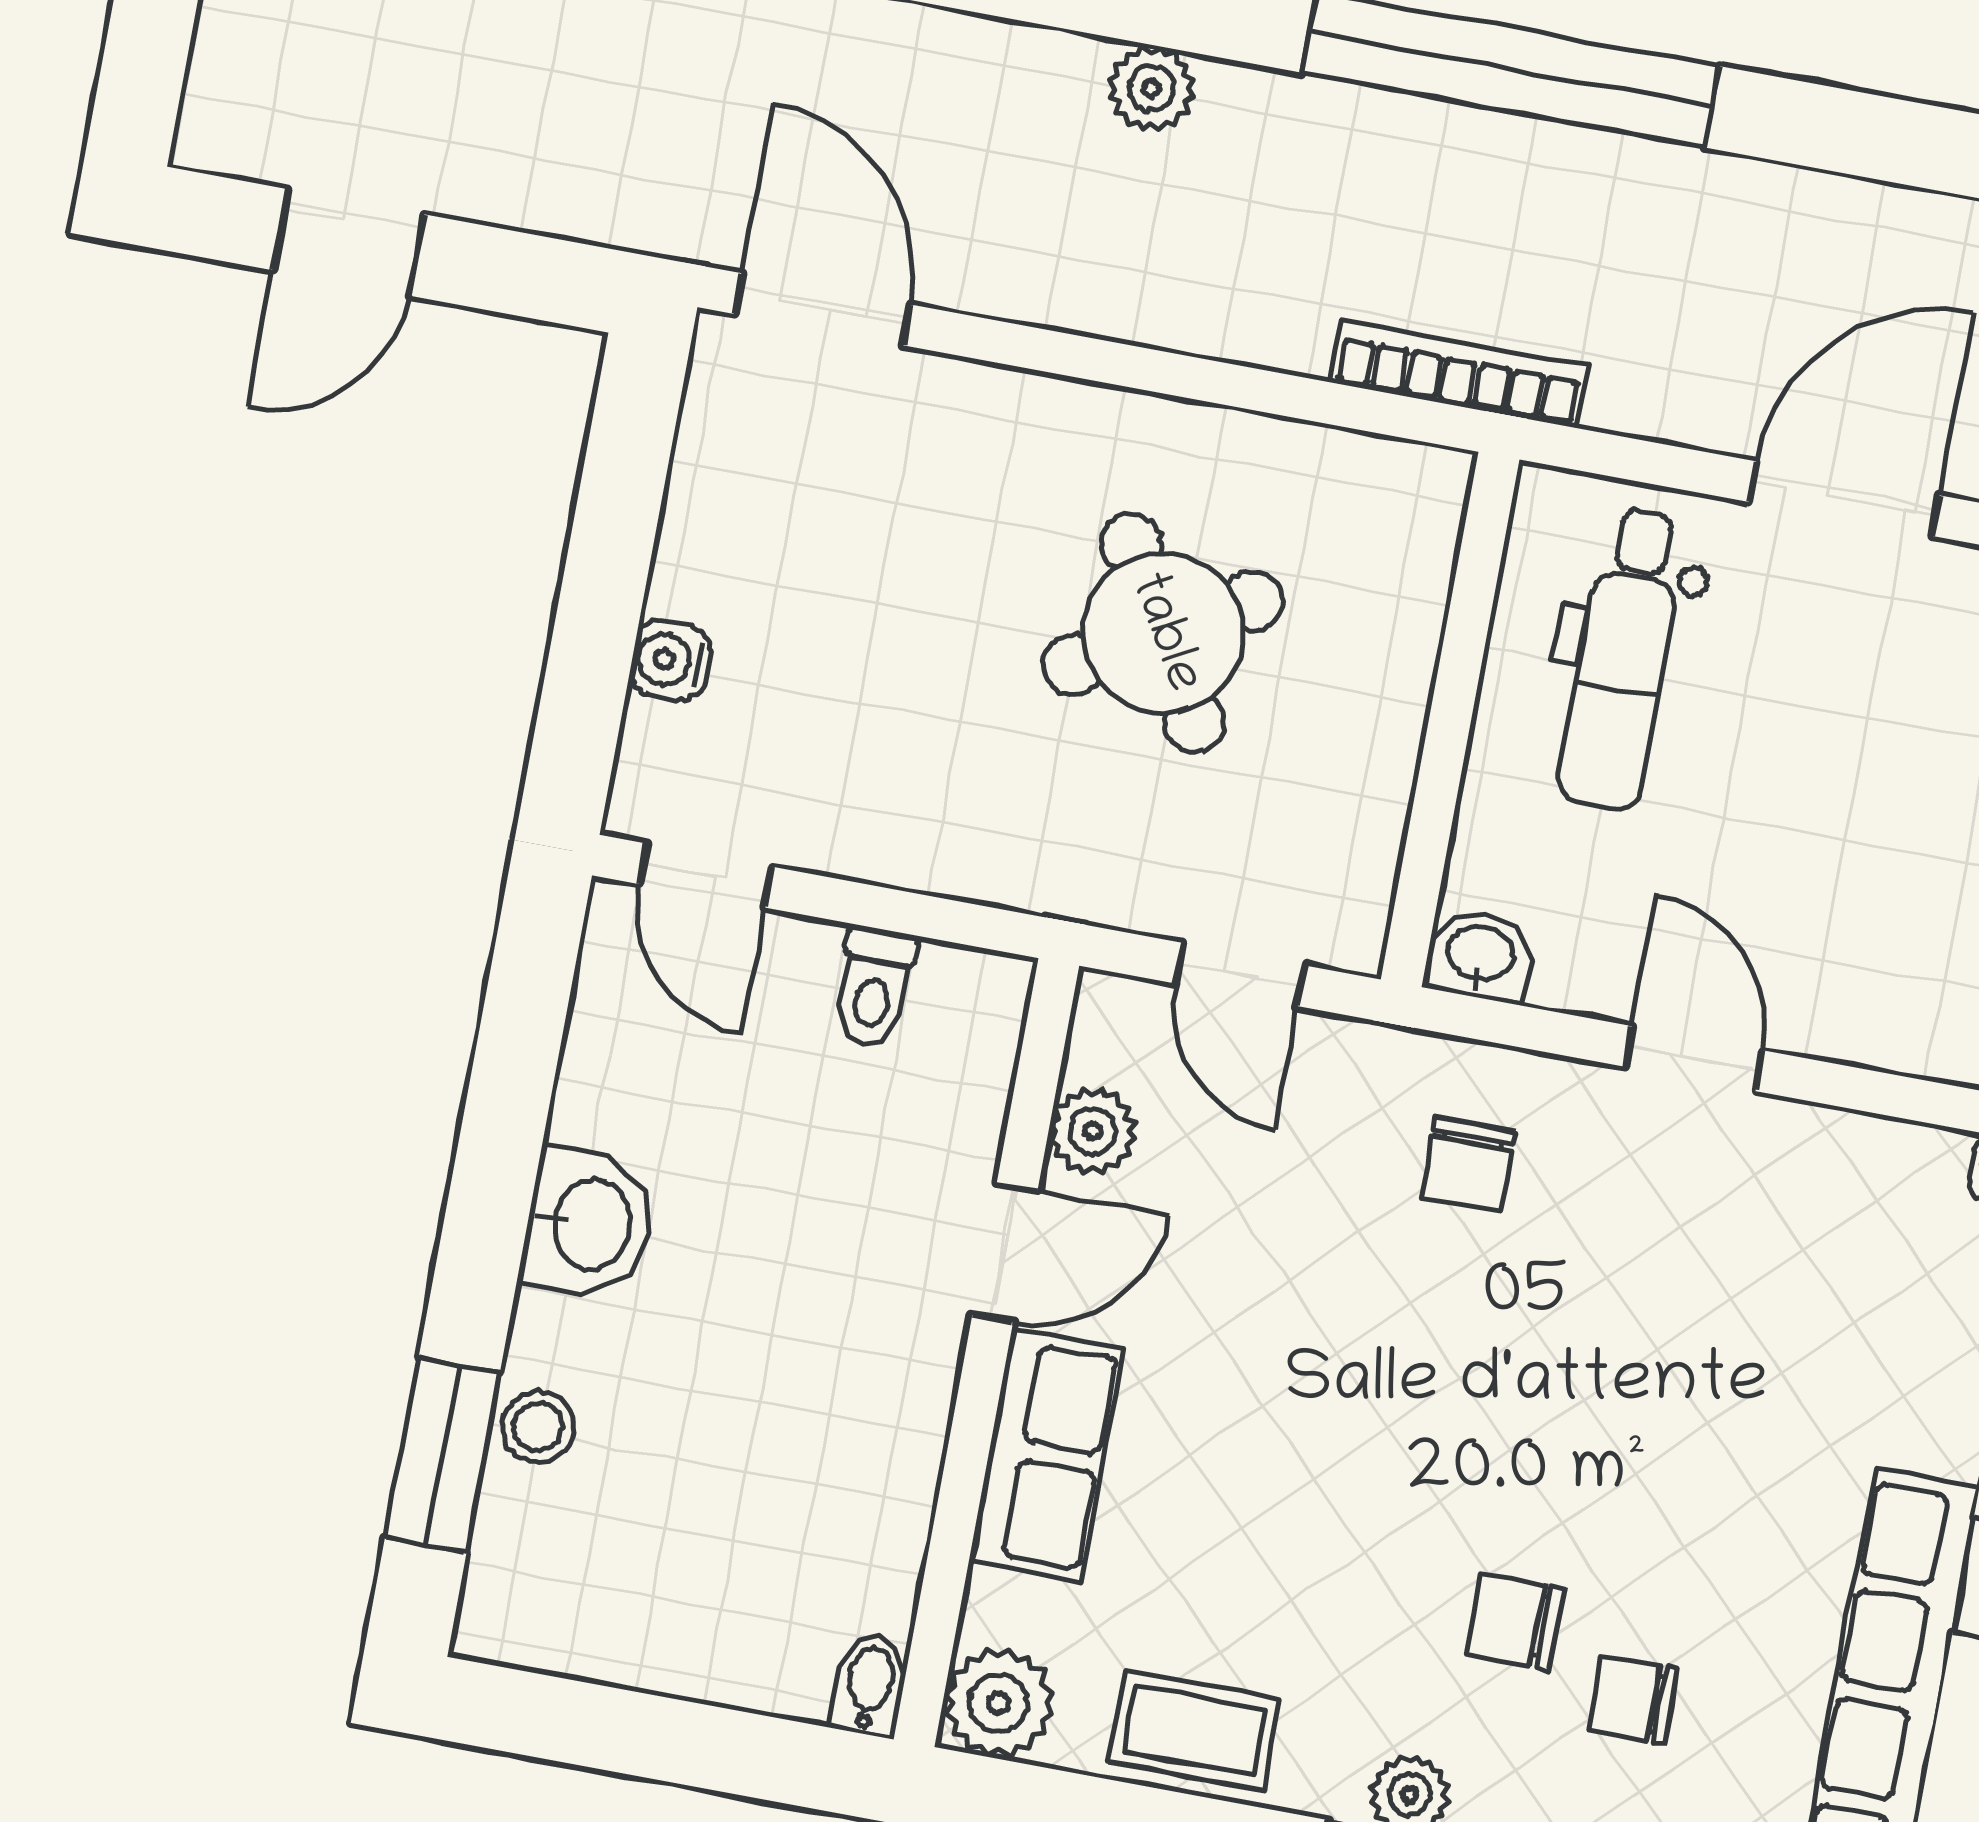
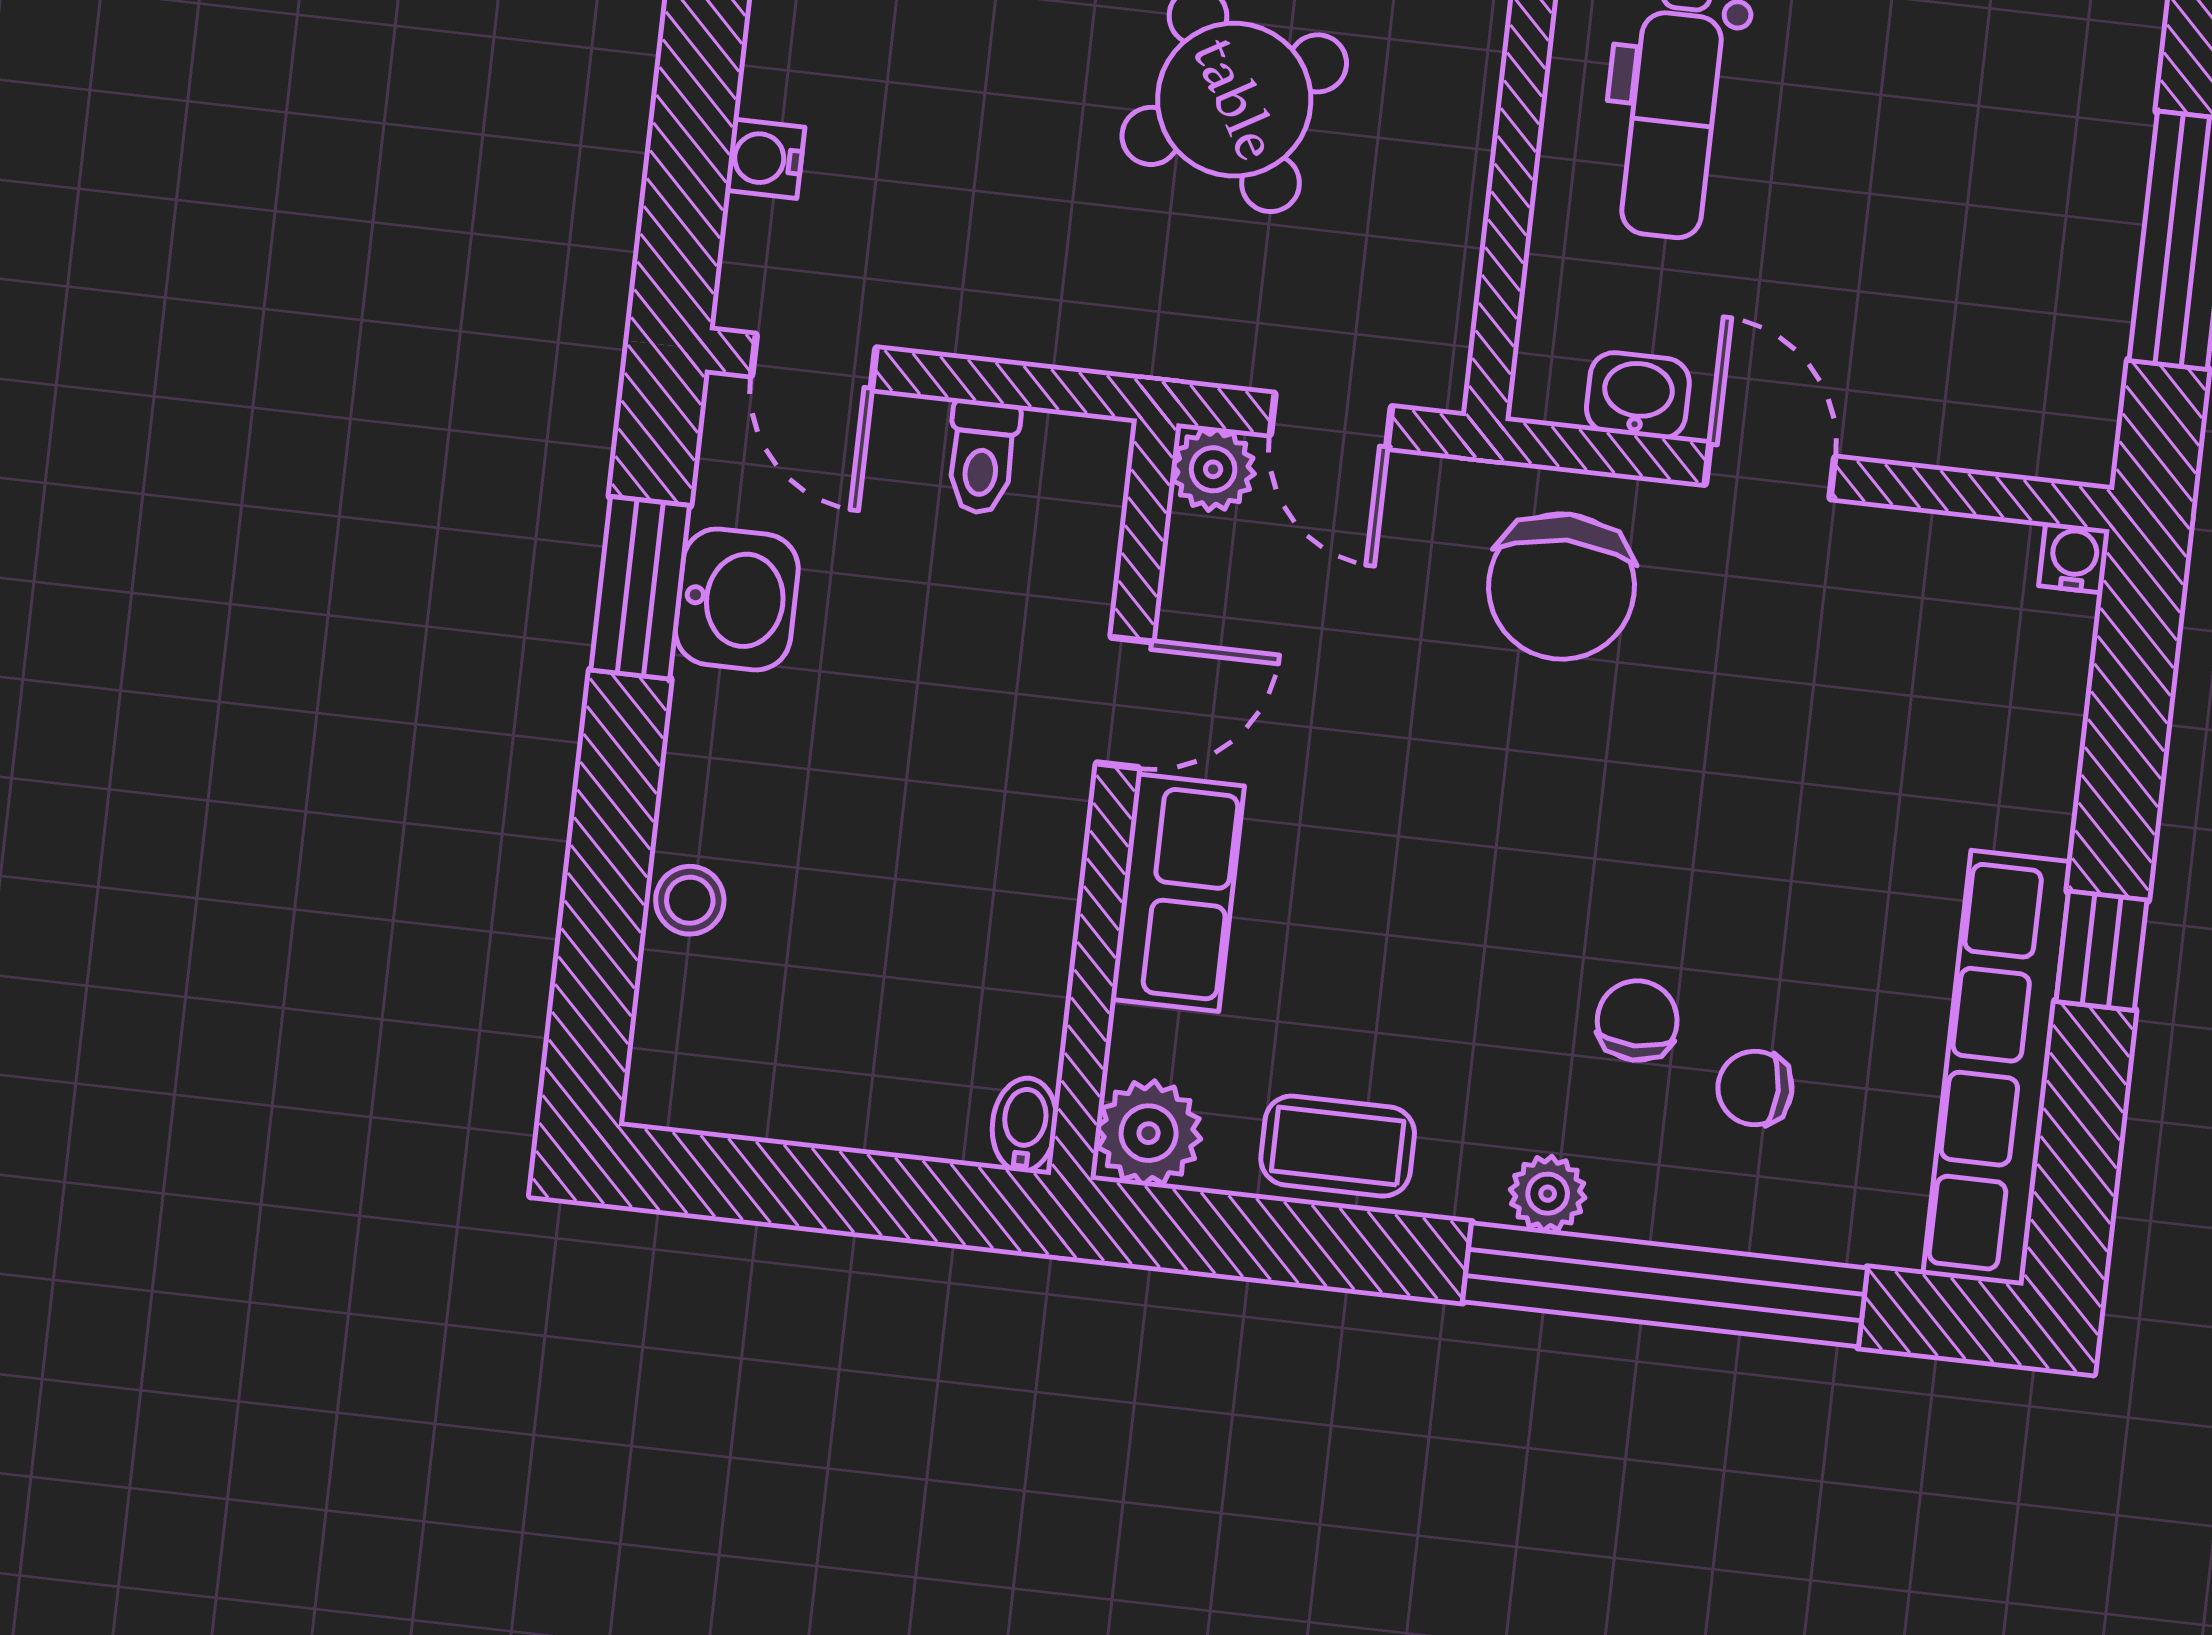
washbasin: (1480, 955) -> (1638, 395), moved
plant: (1093, 1131) -> (1213, 469), moved
chair: (1468, 1164) -> (1562, 586), width x1.87, depth x1.87
washbasin: (589, 1224) -> (737, 599), moved
window: (442, 1455) -> (640, 588), moved
chair: (1515, 1621) -> (1637, 1021), turned 90

